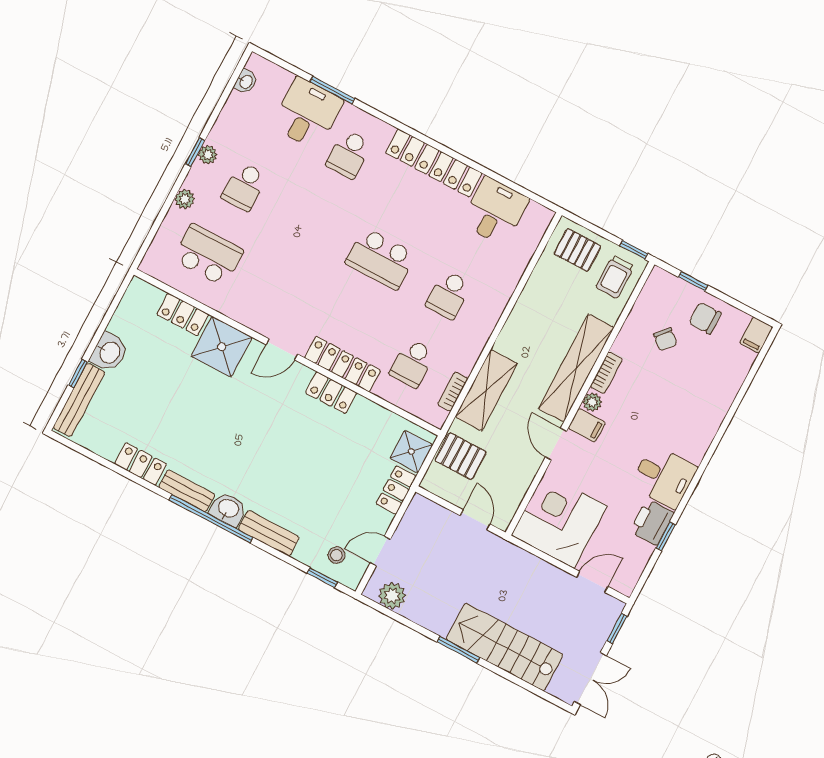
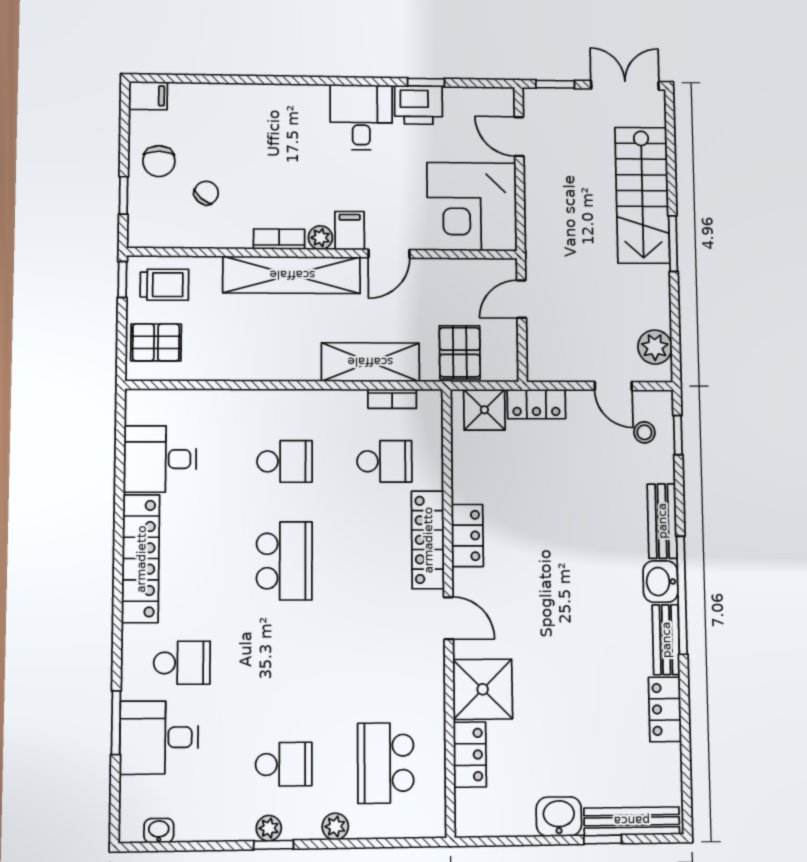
pallet: (577, 250) -> (156, 342), turned 90

